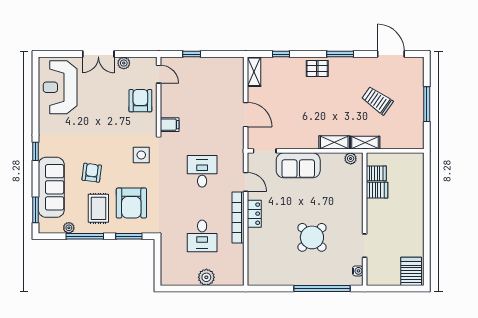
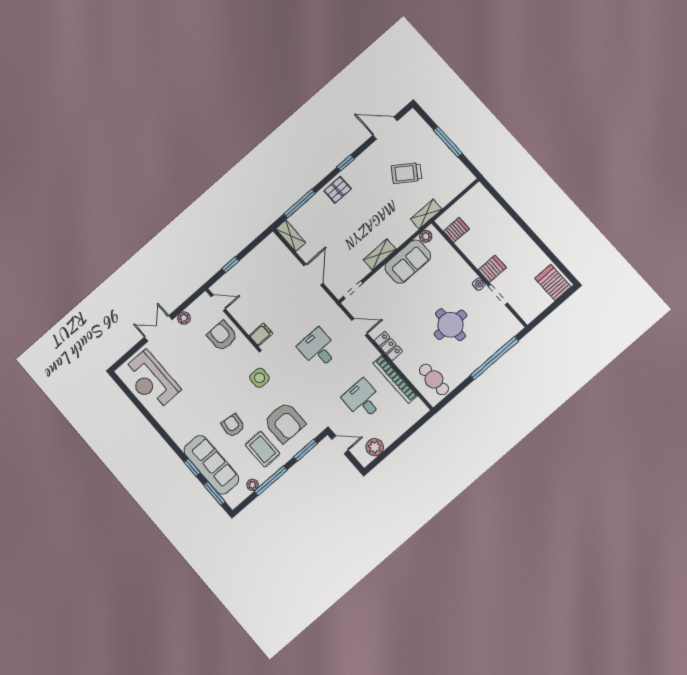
double door: (98, 54) -> (158, 328), swing flipped
window: (281, 54) -> (300, 204), width x2.17
window: (340, 54) -> (346, 163), width x0.67
door: (246, 115) -> (313, 275), hinge flipped
shelving: (334, 142) -> (380, 255), moved
window: (36, 151) -> (192, 467), moved
sofa: (298, 165) -> (408, 262), moved
server rack: (377, 190) -> (492, 269), moved
bookcase: (238, 217) -> (395, 379), moved
desk: (202, 236) -> (363, 400), turned 180
round table: (312, 237) -> (450, 325), turned 45
door: (157, 254) -> (340, 445), added
cafe table: (266, 266) -> (434, 379), added
water cooler: (358, 271) -> (479, 284), moved
plant: (206, 277) -> (375, 447), moved

